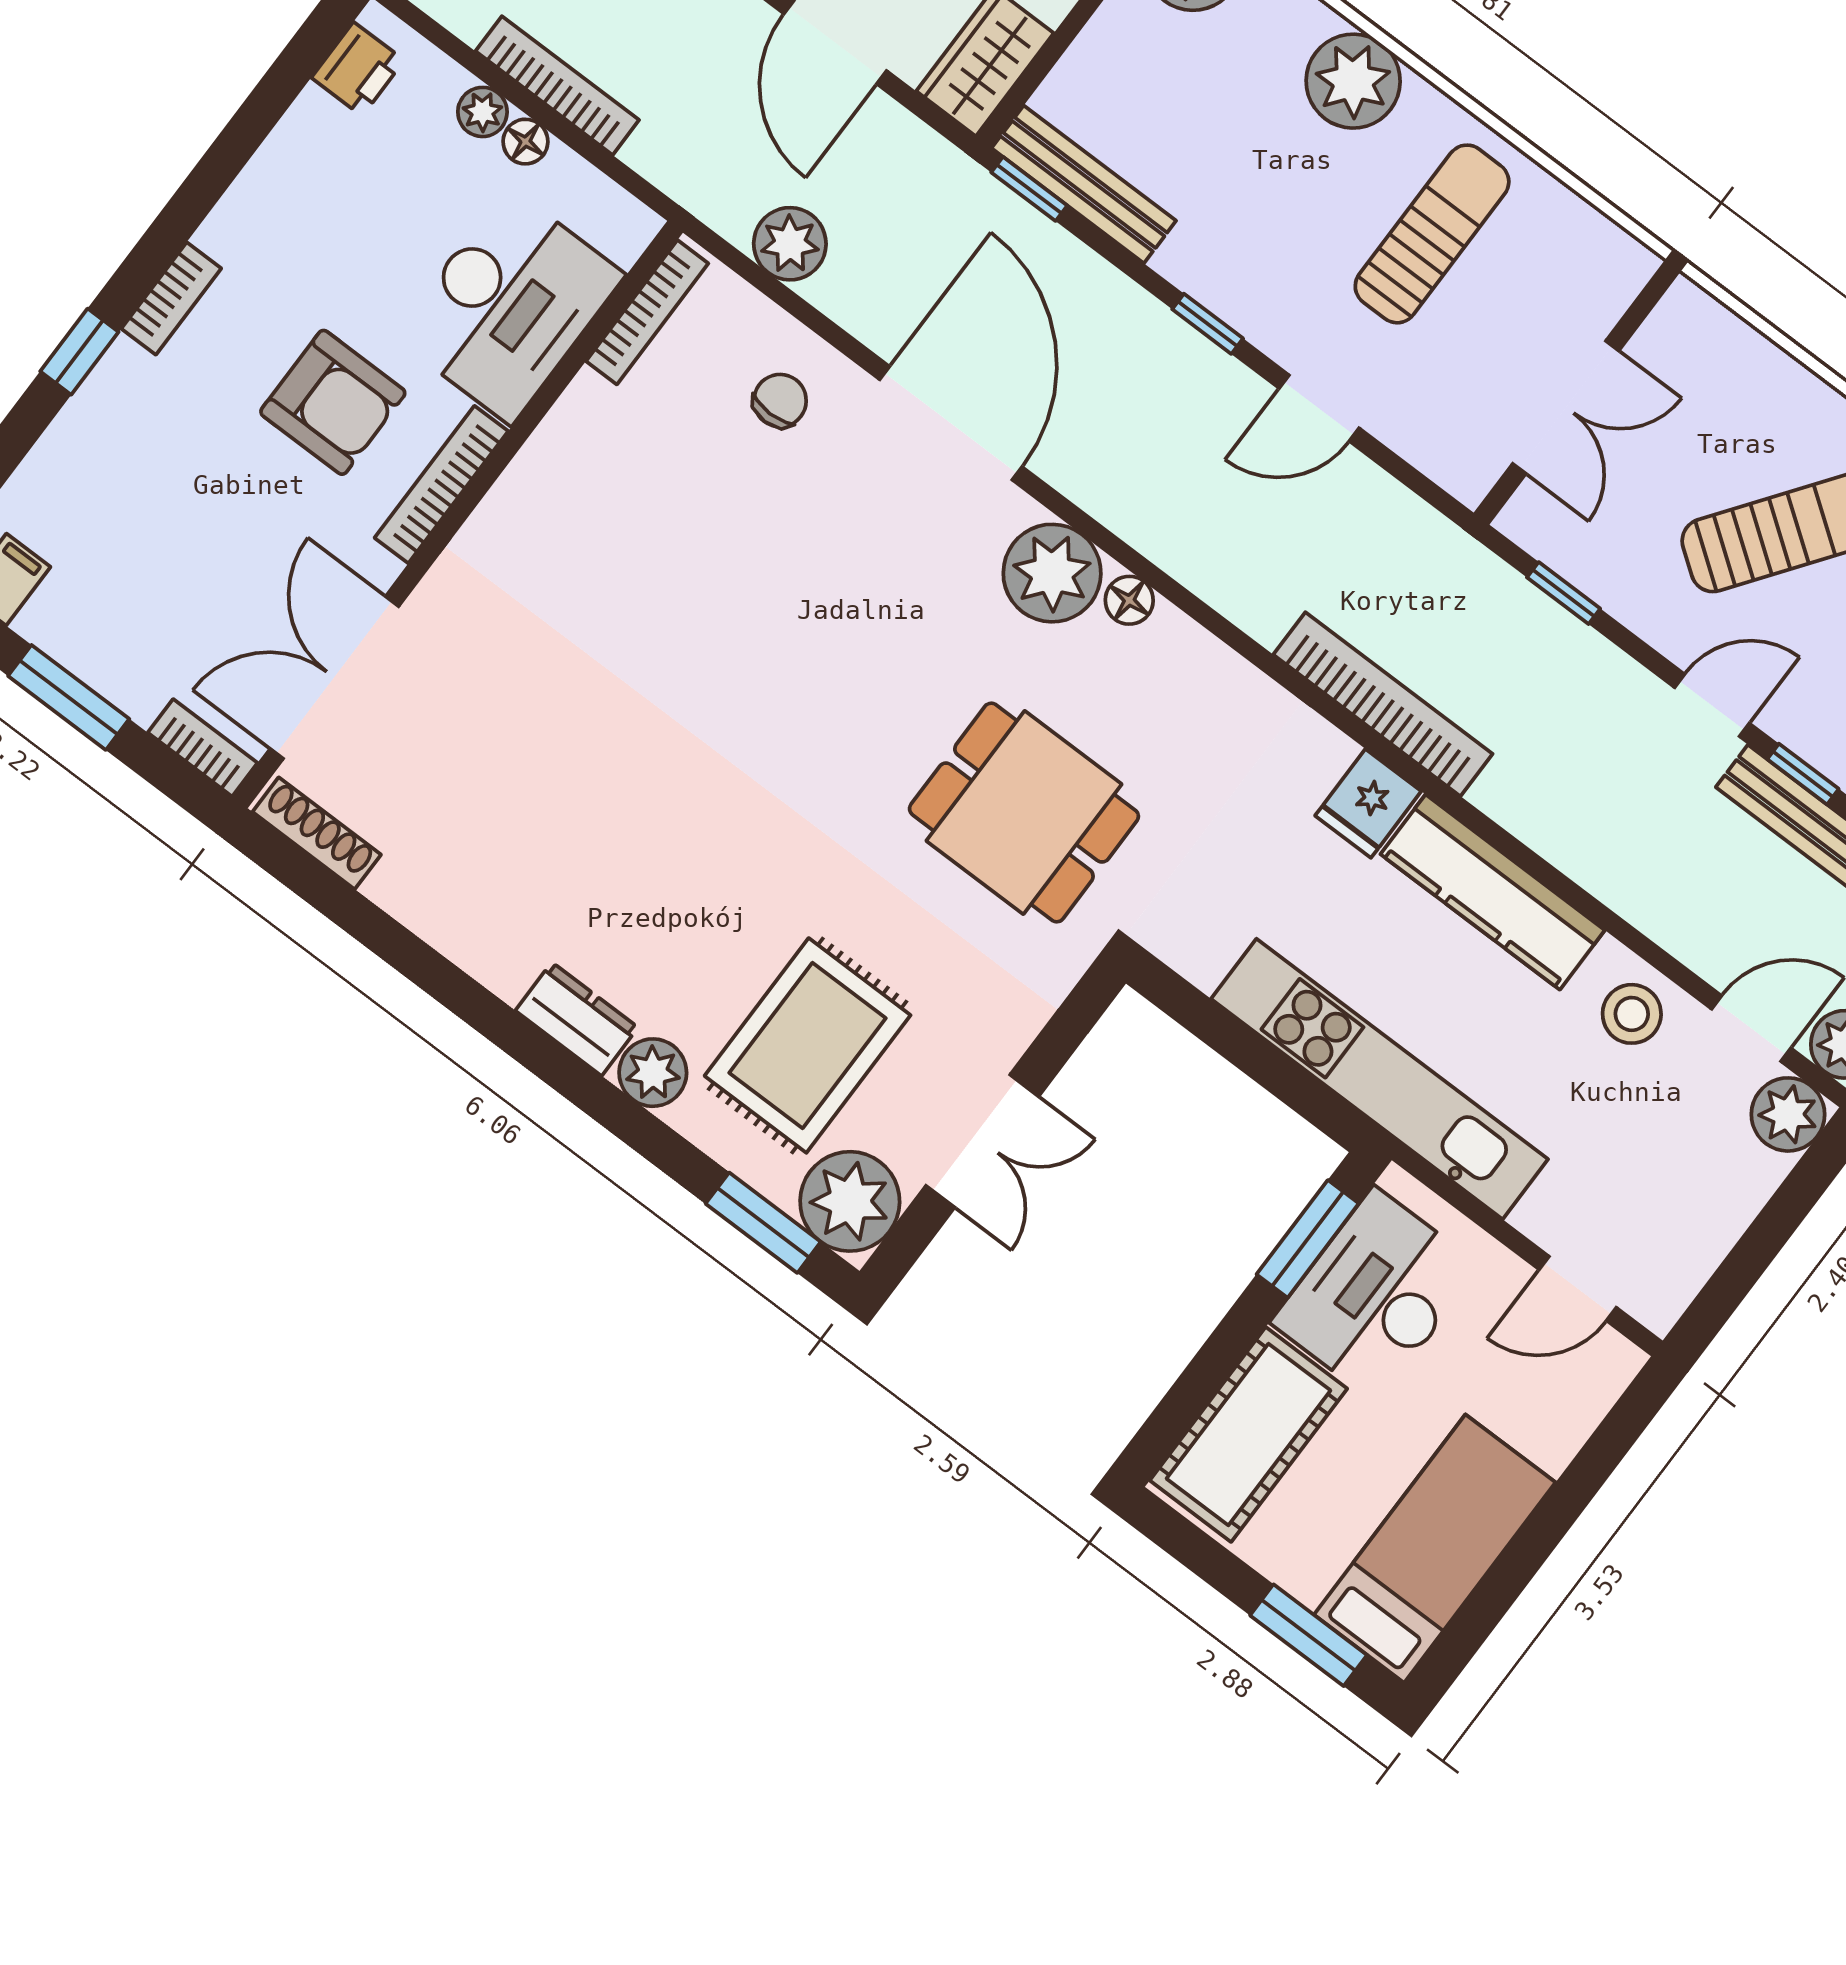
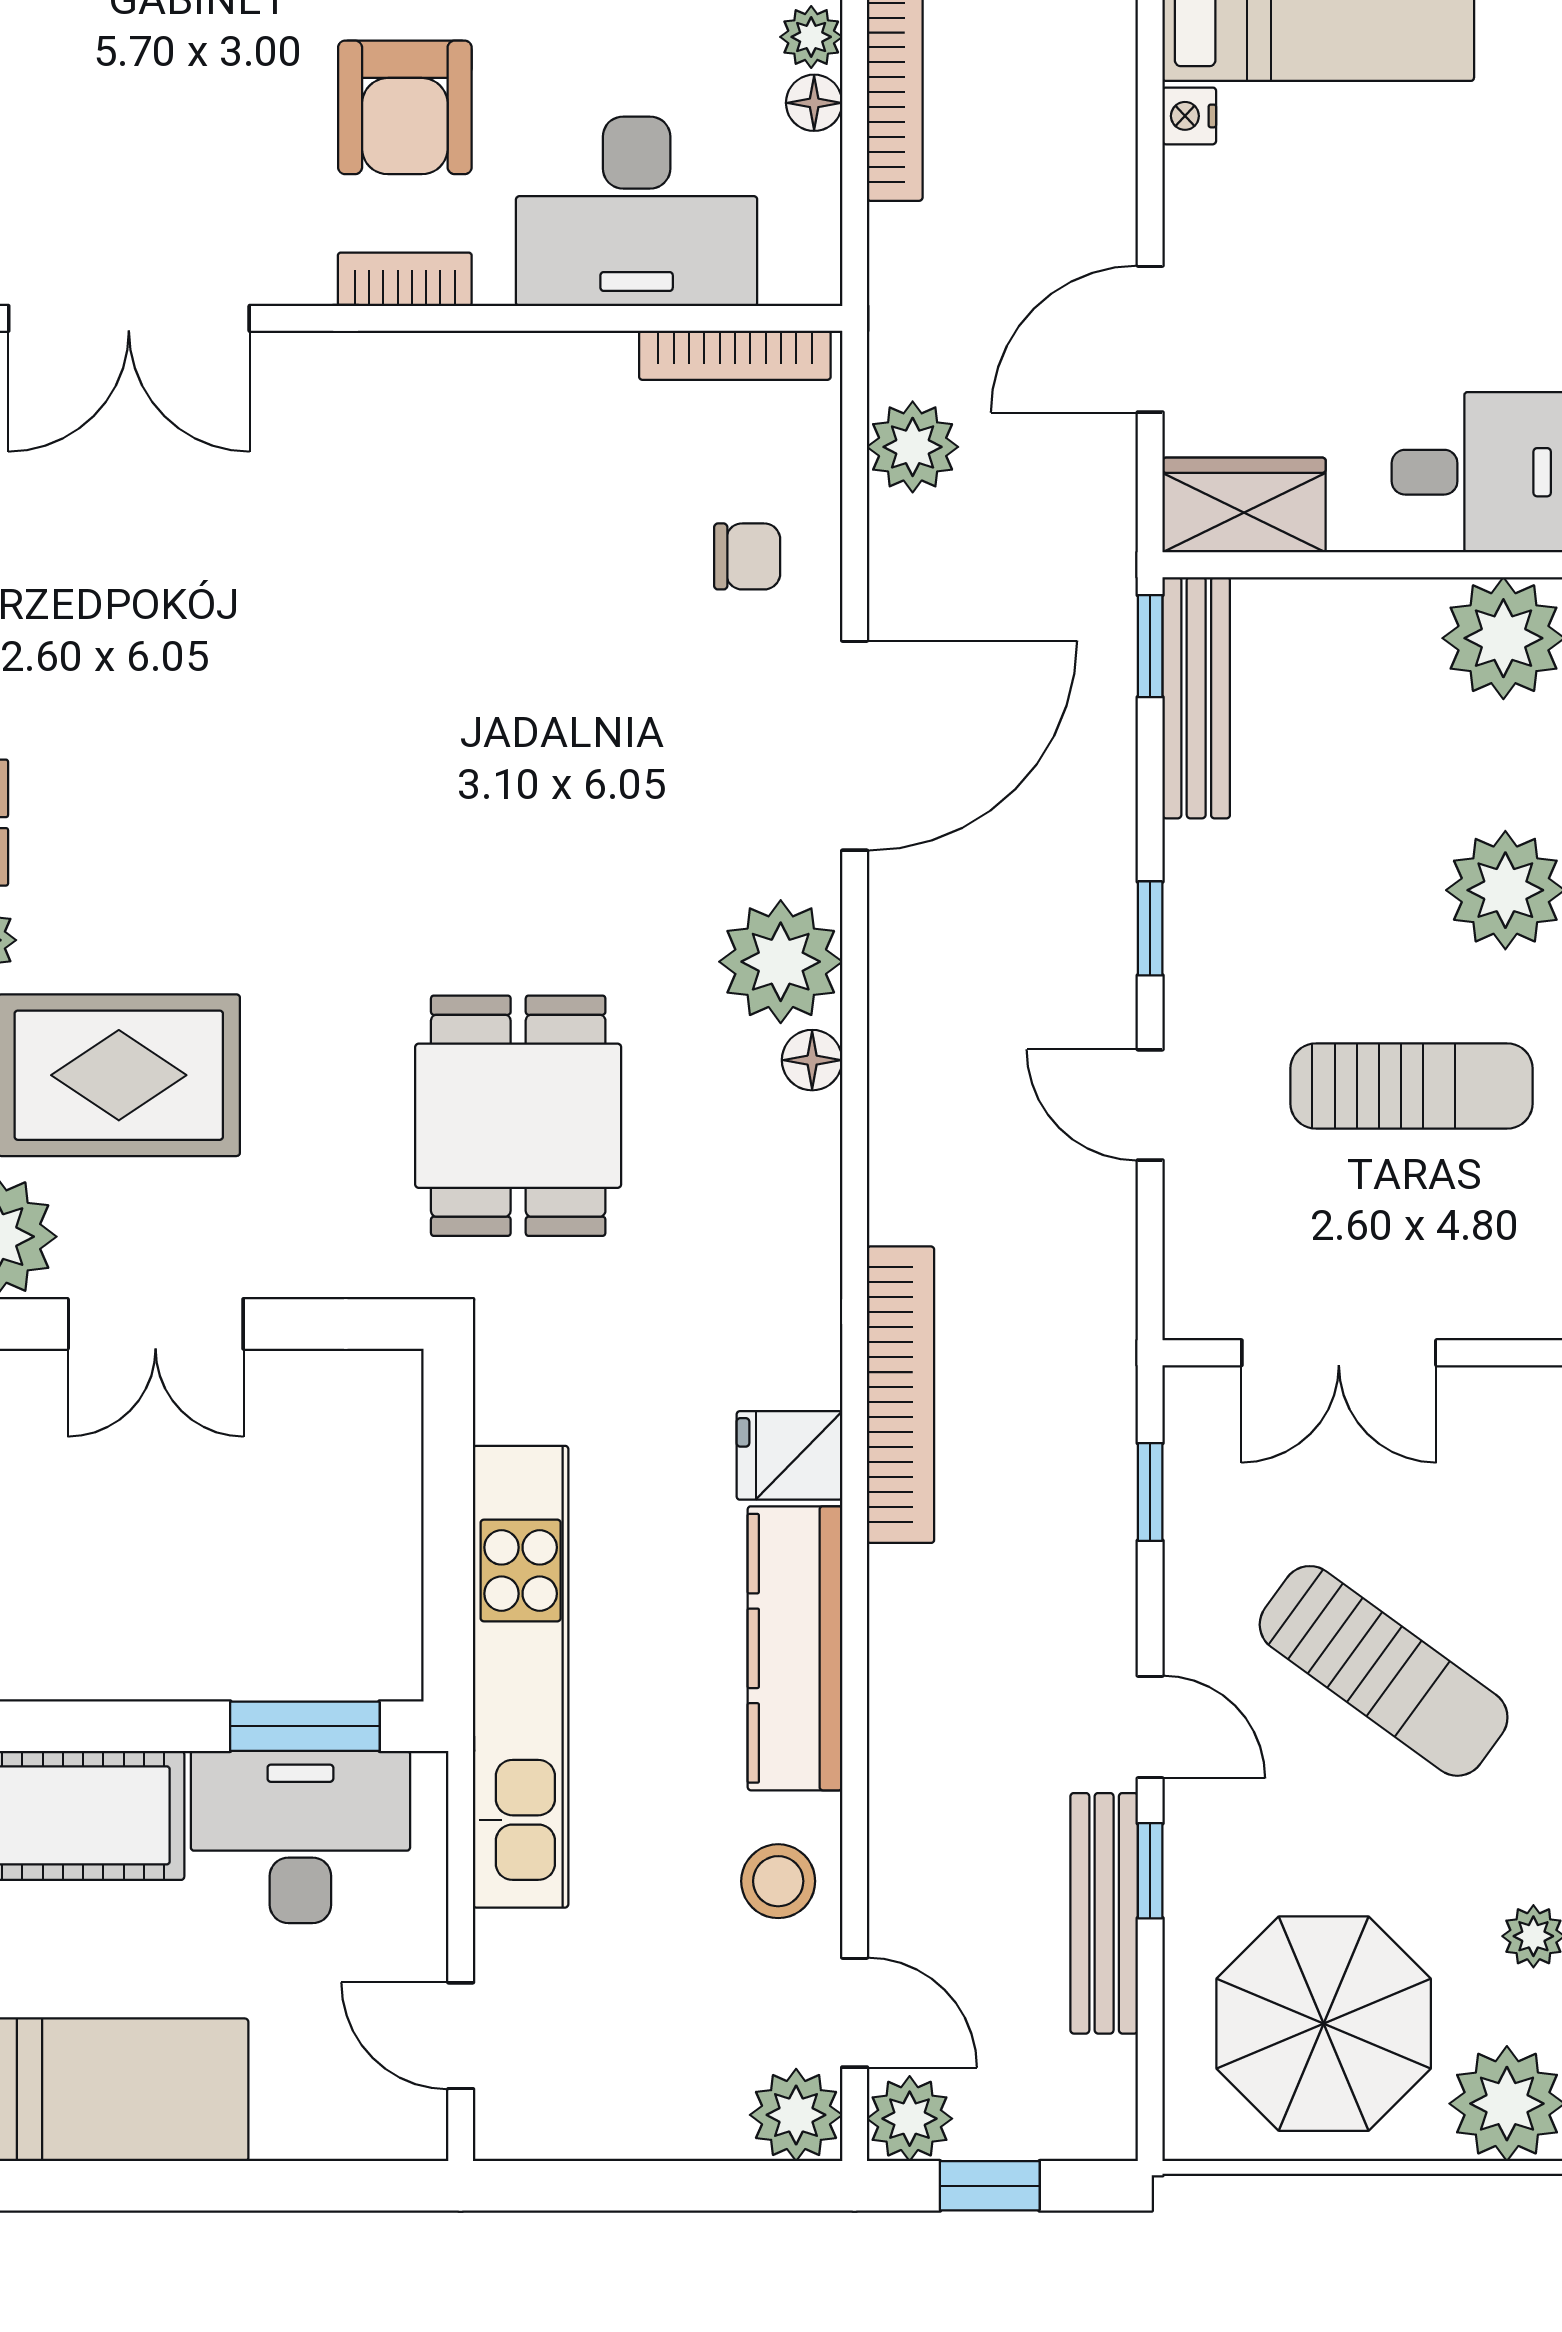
bookcase: (441, 485) -> (405, 279), width x0.64
double door: (334, 677) -> (129, 318), swing flipped

